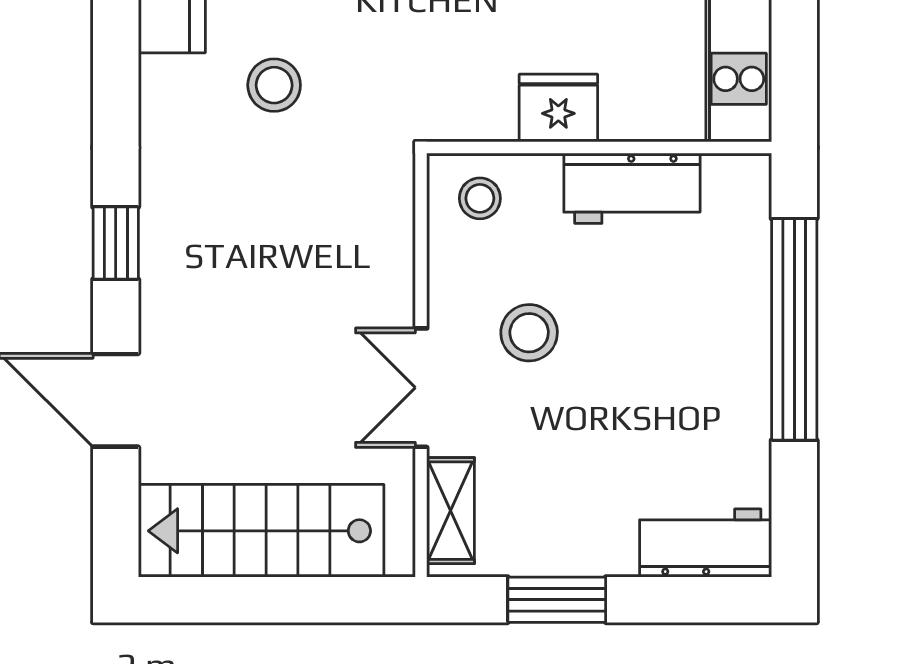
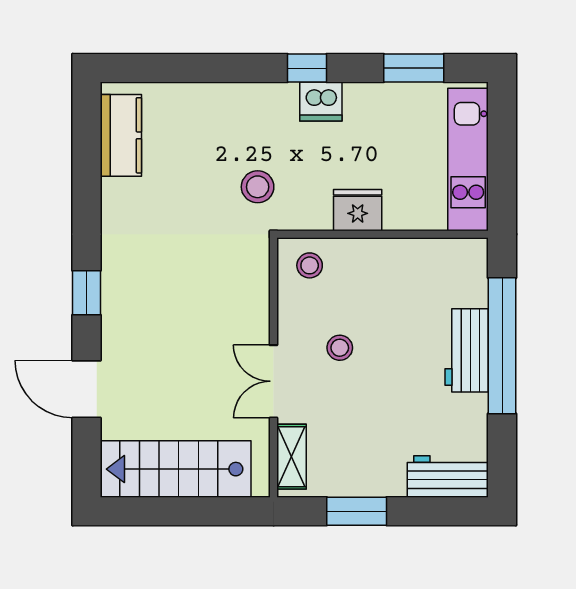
stool: (274, 85) -> (258, 187), moved
workbench: (632, 188) -> (467, 350), moved, turned 90
stool: (529, 333) -> (340, 348), width x0.73, depth x0.73

